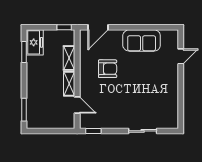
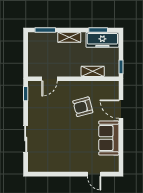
door: (98, 27) -> (121, 109), moved
freezer: (35, 42) -> (102, 40), width x1.40
armchair: (108, 69) -> (83, 107), turned 75
shelving: (69, 84) -> (69, 37), moved

